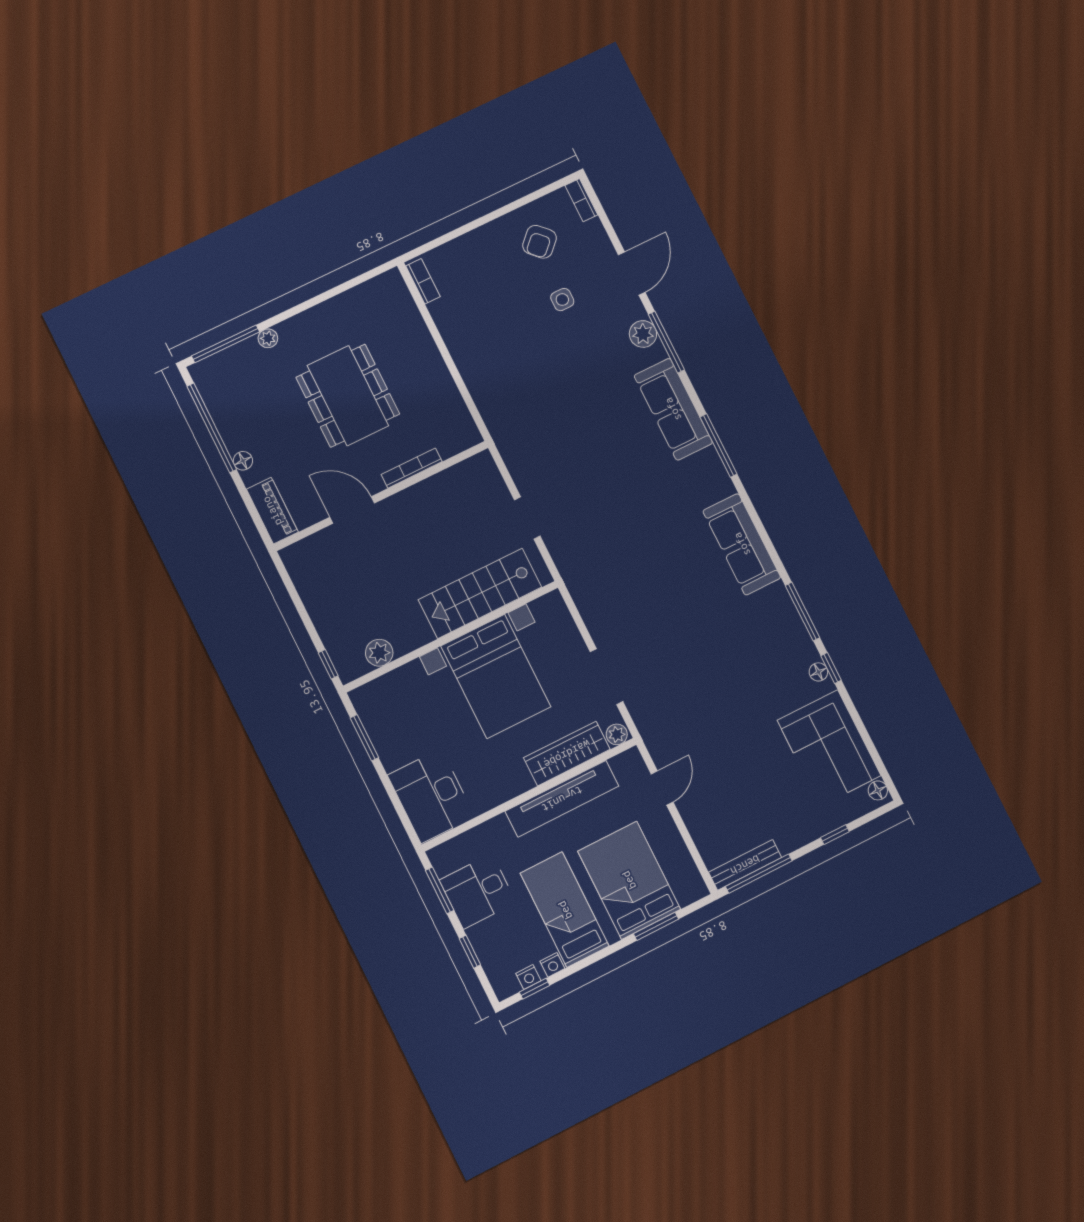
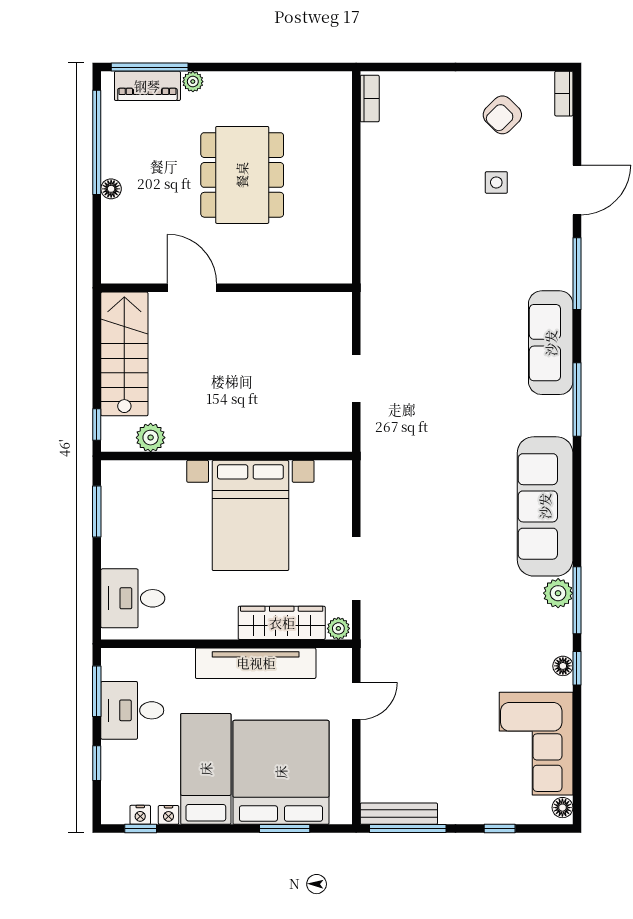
plant: (643, 334) -> (558, 593), moved
bookcase: (412, 468) -> (269, 275), removed
piano: (272, 511) -> (147, 86), moved, turned 90
sofa: (742, 544) -> (545, 506), width x1.36, depth x1.27
stairs: (480, 593) -> (124, 354), moved, turned 90
desk: (431, 796) -> (133, 598), width x0.73
bed: (629, 880) -> (281, 772), width x1.36

